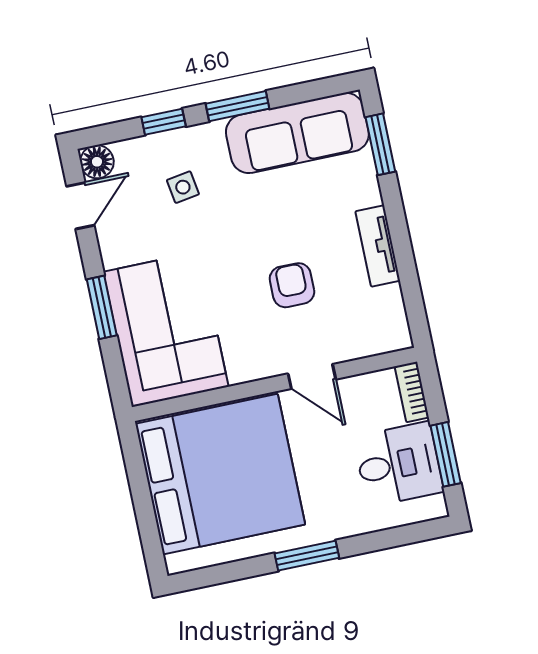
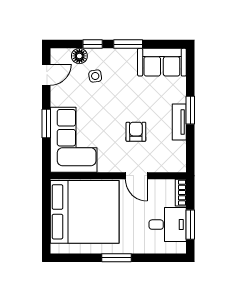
sofa: (297, 133) -> (162, 62), width x0.73
window: (380, 144) -> (190, 110), moved
floor lamp: (97, 162) -> (79, 56), moved

